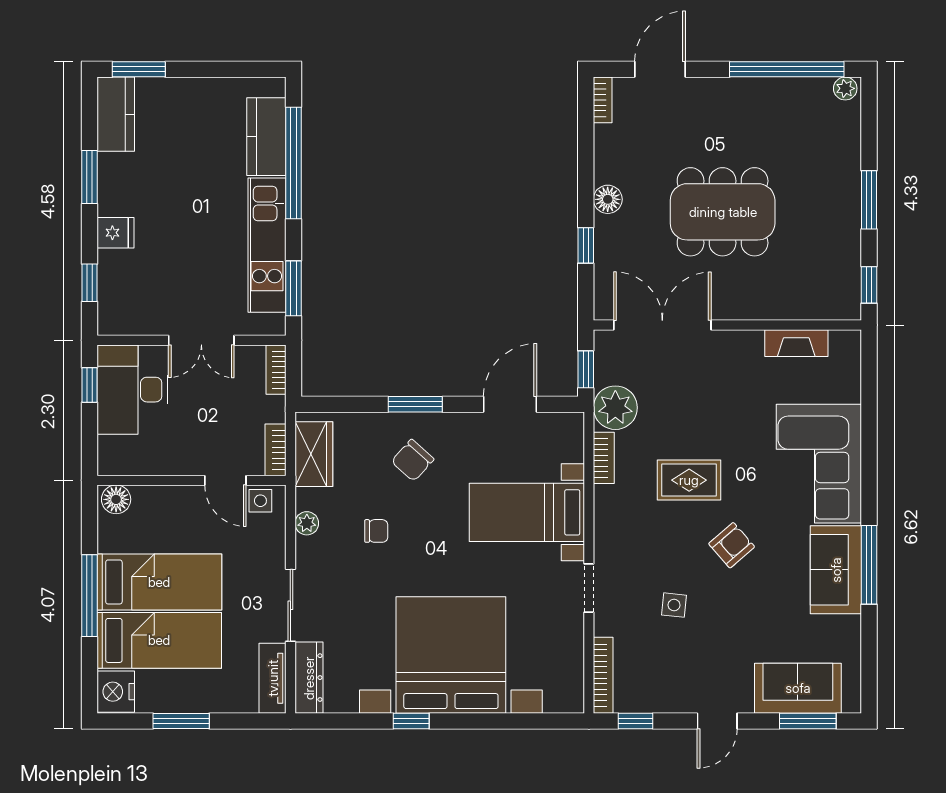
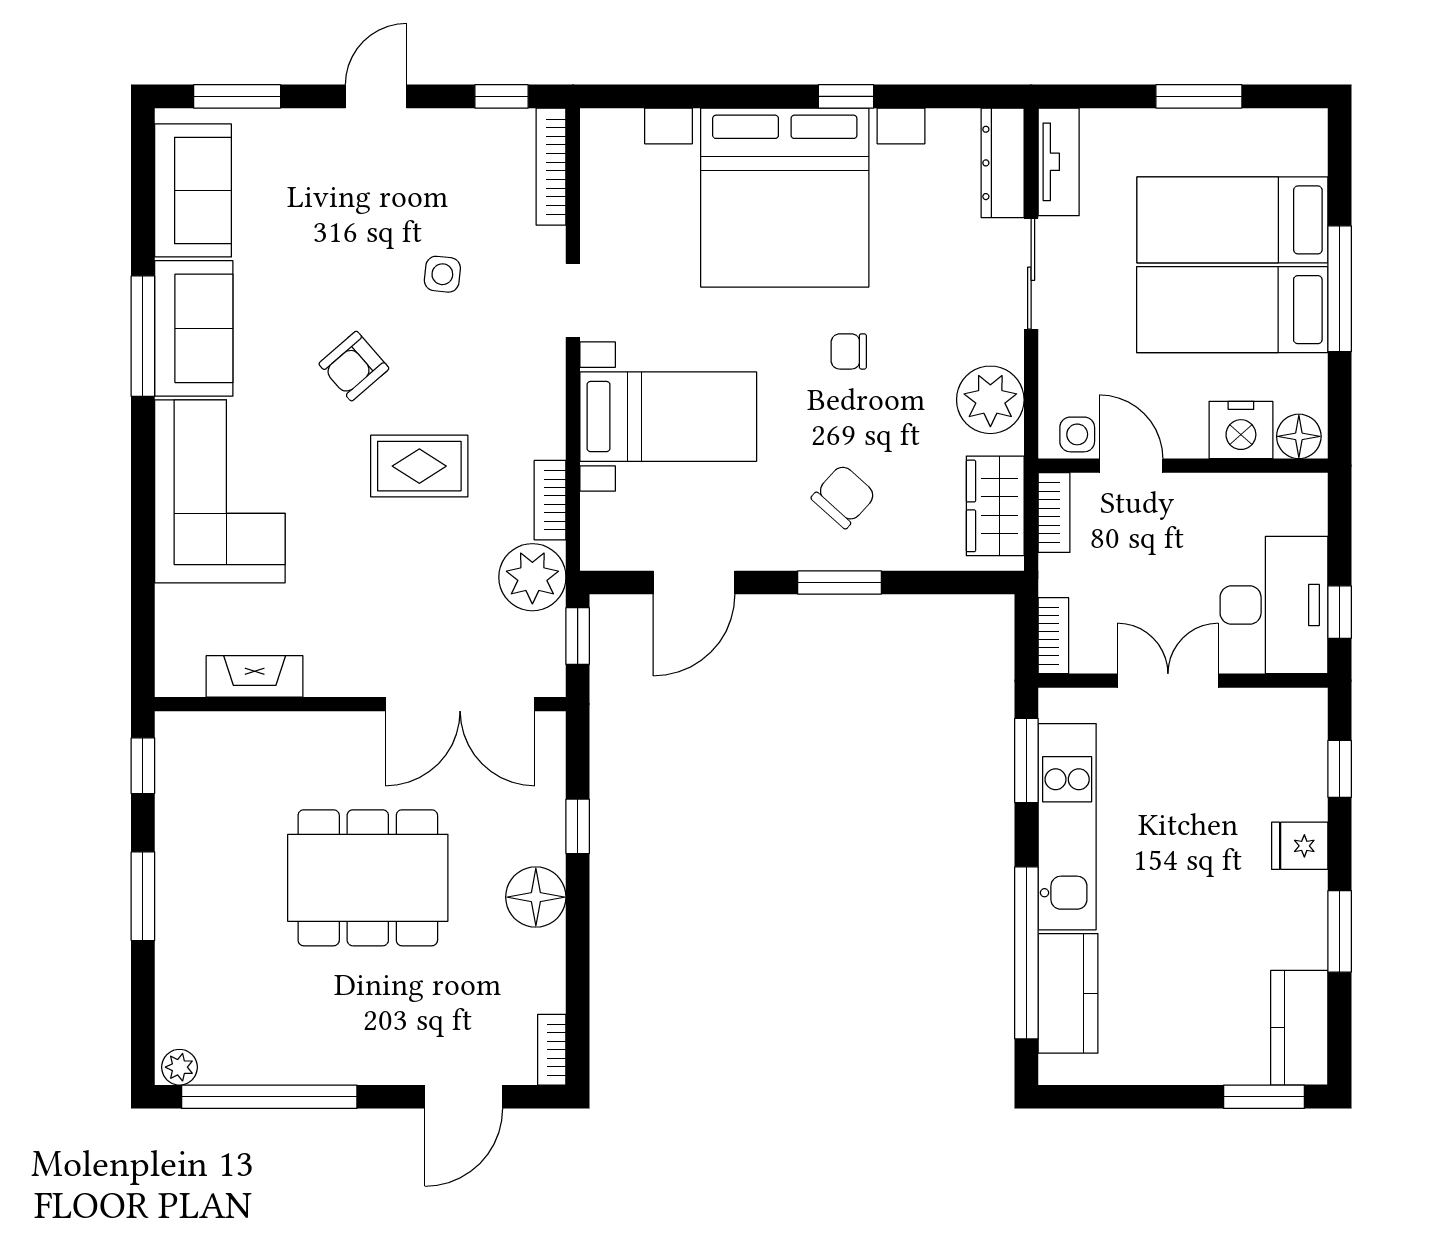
floor lamp: (608, 199) -> (536, 897), width x1.38, depth x1.38
plant: (307, 523) -> (990, 400), width x1.88, depth x1.88
chair: (376, 531) -> (849, 351), moved
sofa: (798, 688) -> (193, 190), moved, turned -90
nightstand: (116, 692) -> (1241, 430), moved, turned 90

